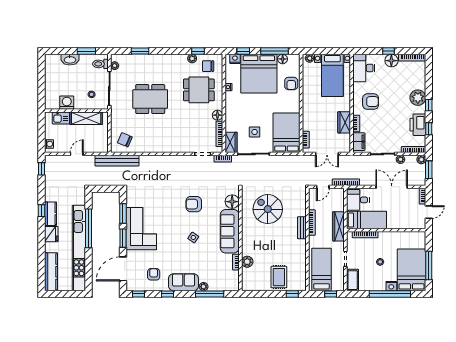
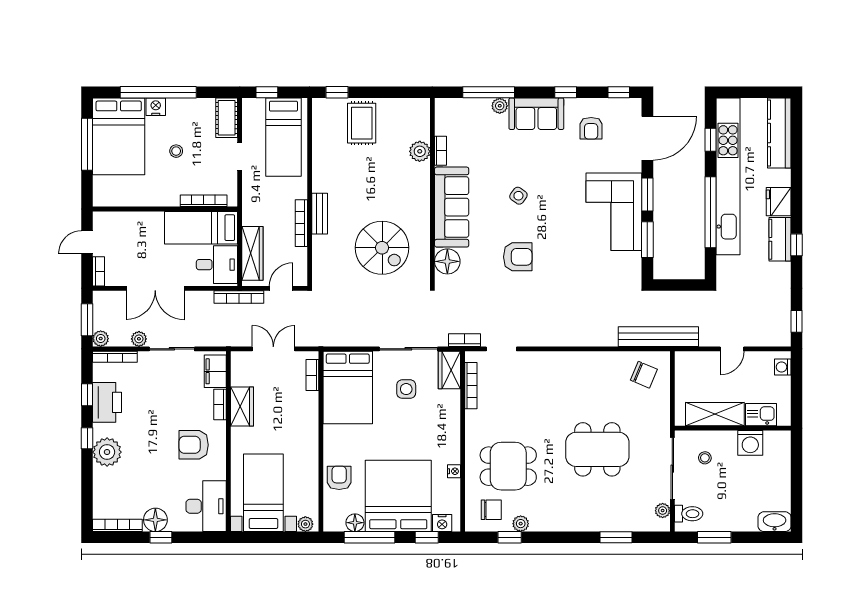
washbasin: (70, 60) -> (775, 522), moved
floor lamp: (217, 115) -> (474, 420), removed
wardrobe: (339, 226) -> (252, 253), moved
window: (89, 268) -> (710, 140), added

